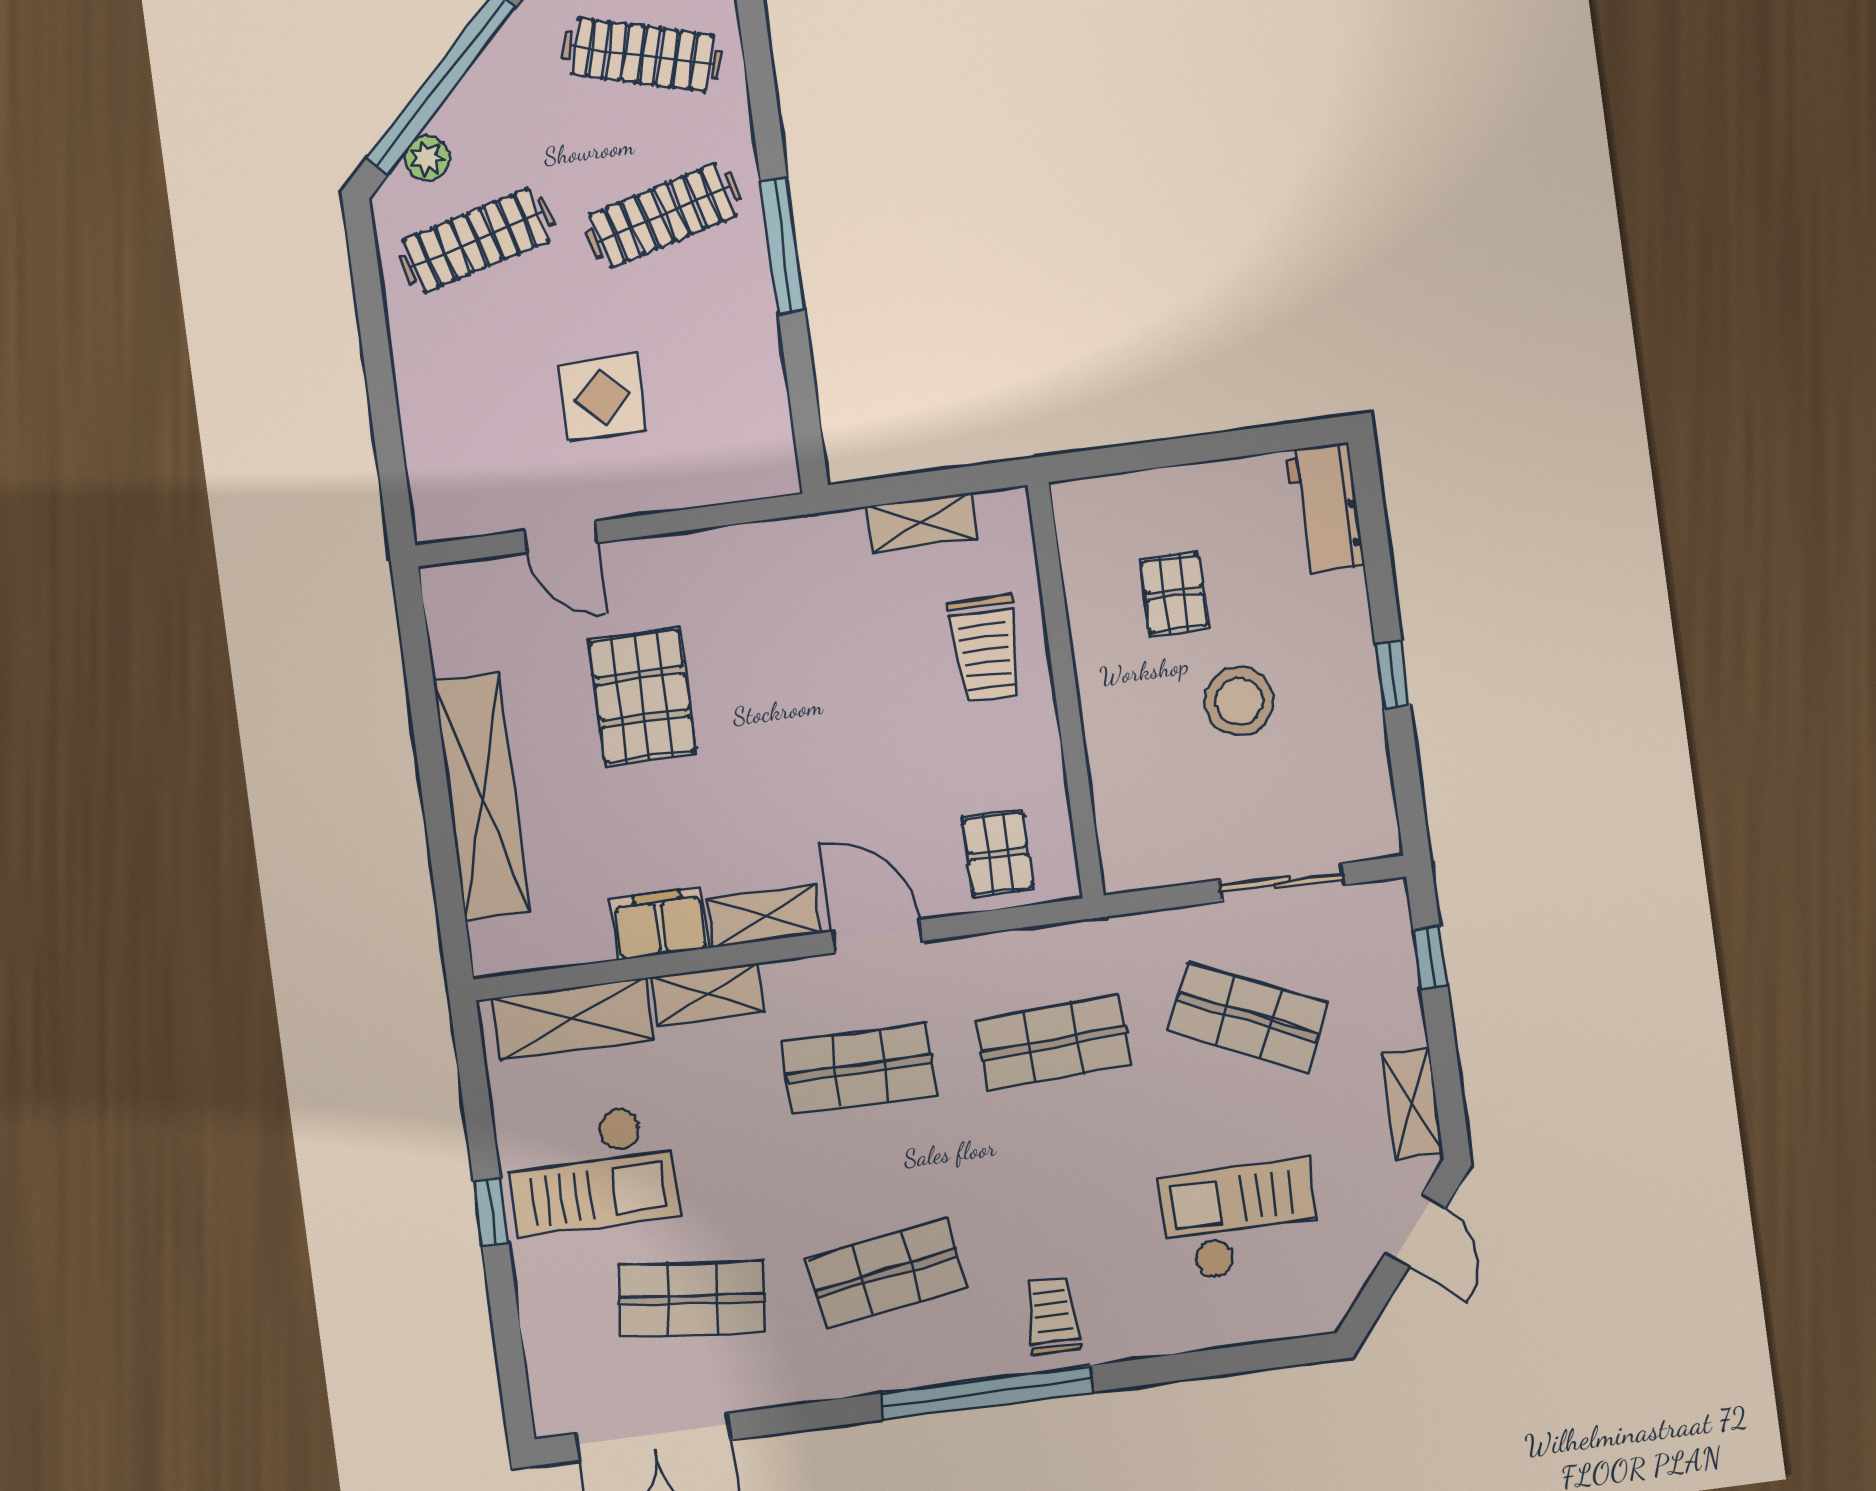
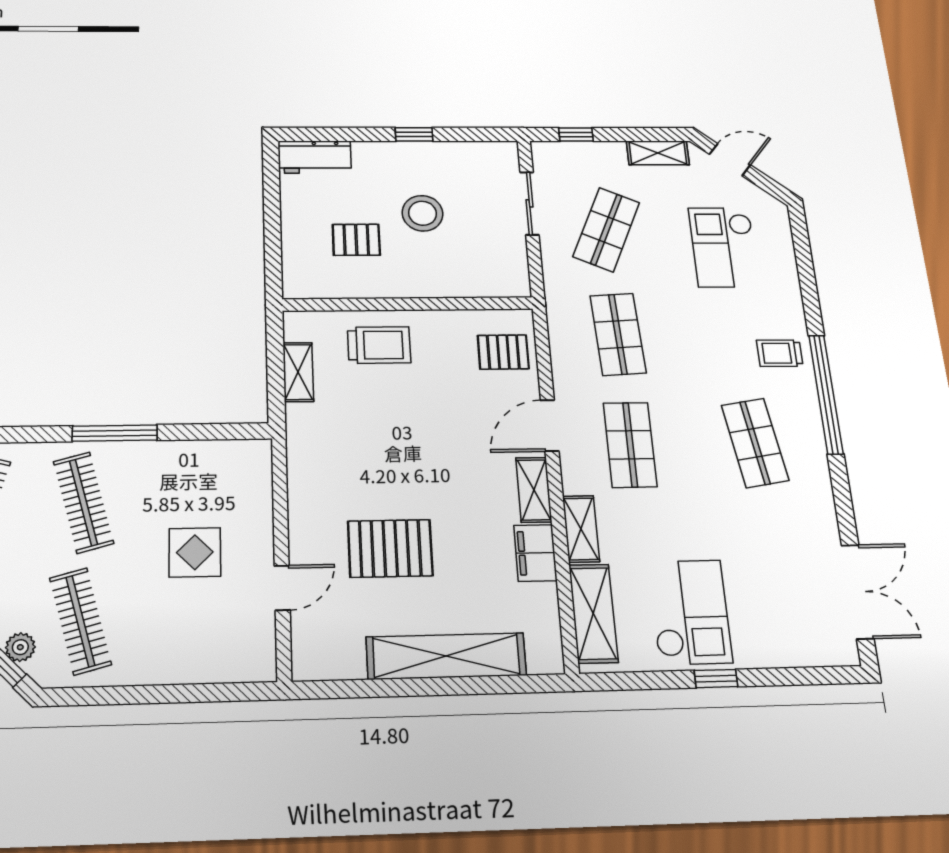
shop shelf: (692, 1299) -> (771, 559), removed

